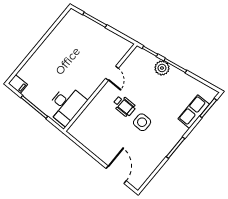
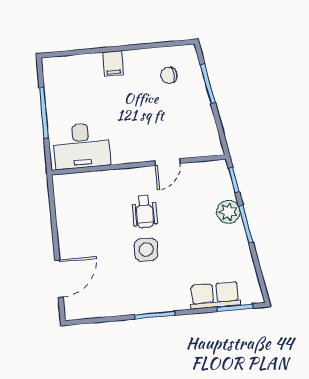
chair: (74, 34) -> (169, 75), added
filing cabinet: (18, 84) -> (113, 64), moved

